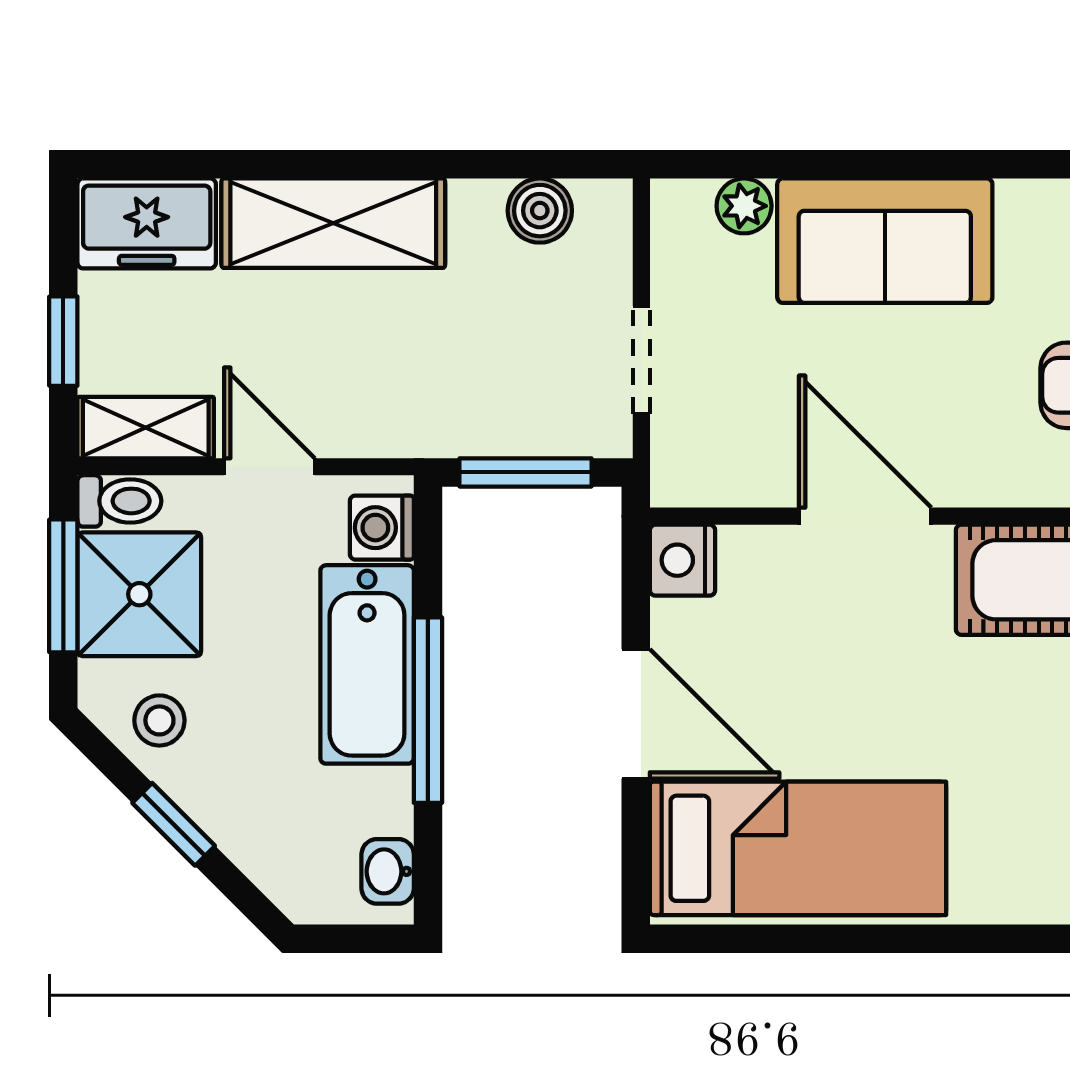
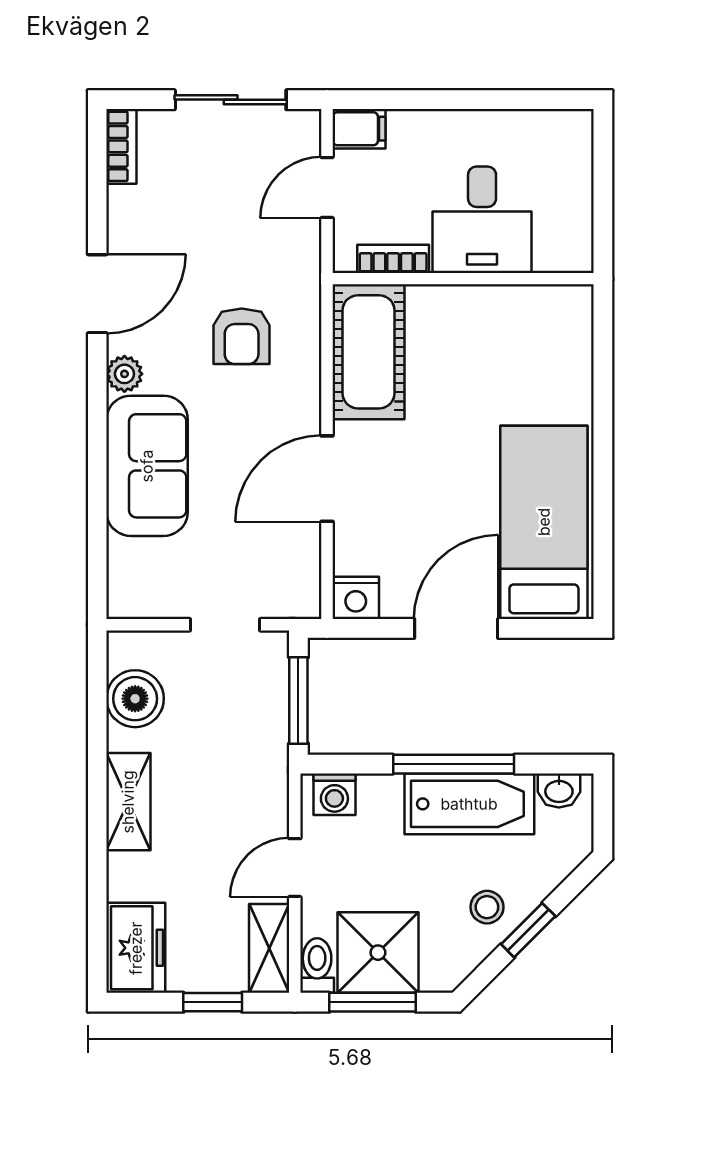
plant: (744, 206) -> (124, 374), moved
boiler: (540, 211) -> (135, 699), width x1.36, depth x1.36
shelving: (333, 223) -> (128, 802), width x0.67, depth x0.75
bathtub: (367, 664) -> (469, 804), moved
stool: (159, 720) -> (487, 907), moved

